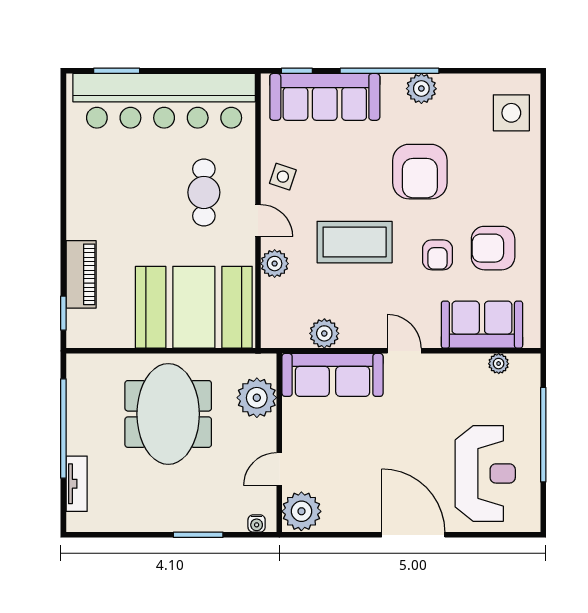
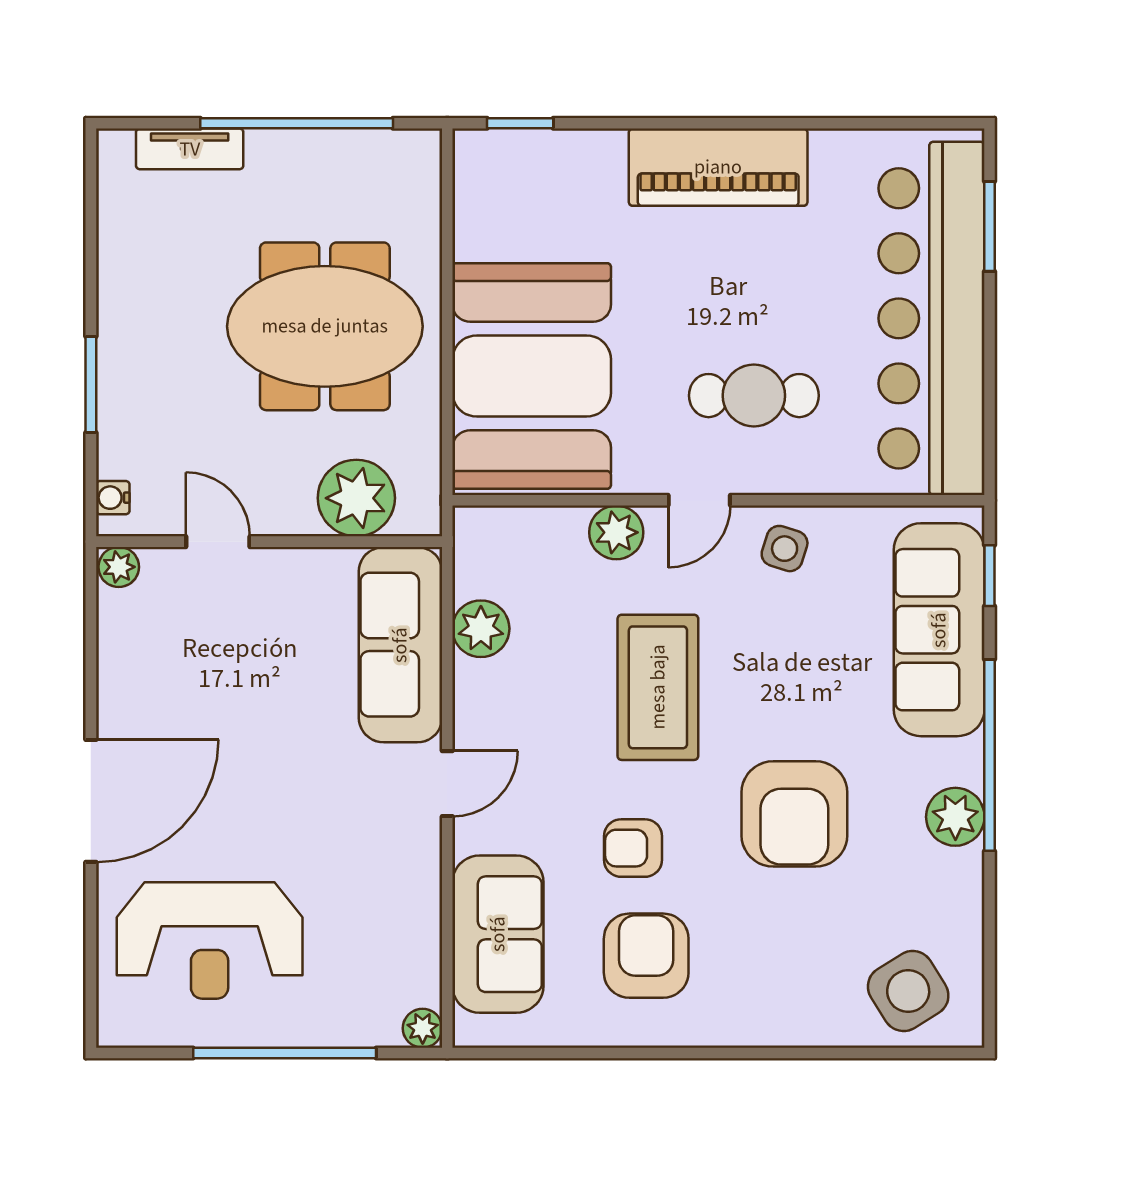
side table: (511, 113) -> (908, 991), turned -32
armchair: (420, 172) -> (794, 814), turned -90
piano: (81, 274) -> (718, 167), moved, width x1.37, depth x1.33
plant: (499, 364) -> (423, 1028), moved
plant: (301, 511) -> (119, 567), width x0.53, depth x0.53

